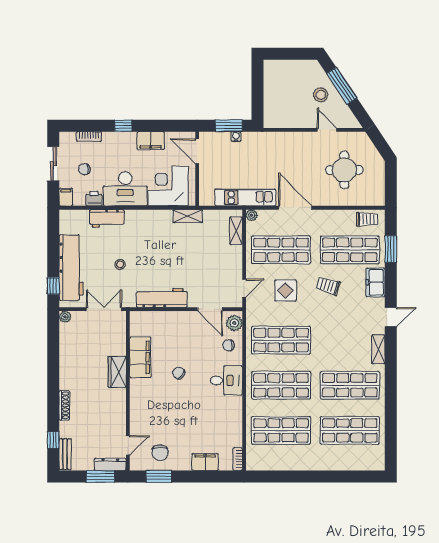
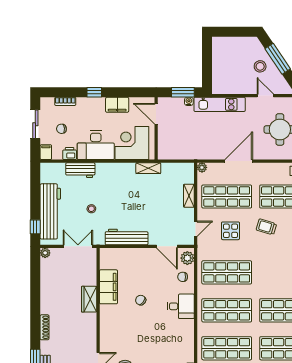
kitchen unit: (245, 197) -> (220, 104), moved, turned 180
door: (295, 208) -> (239, 161), hinge flipped
shelving: (236, 231) -> (189, 196), moved

